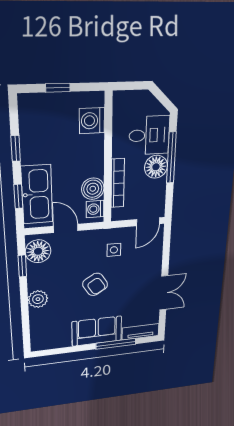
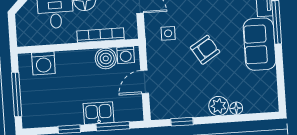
window: (58, 88) -> (17, 94), width x2.17
kitchen sink: (37, 194) -> (98, 113), width x0.53, depth x0.81
window: (18, 196) -> (113, 126), width x1.50
floor lamp: (38, 251) -> (236, 108), moved, width x0.53, depth x0.53

